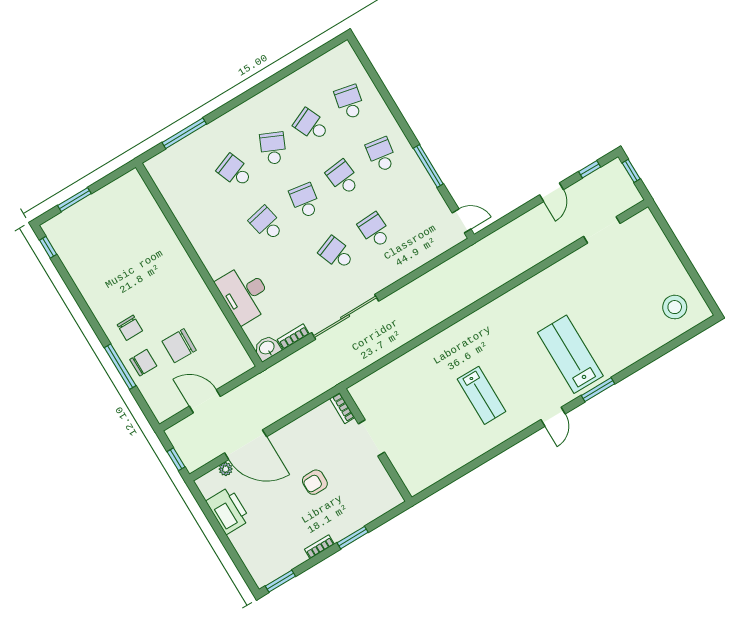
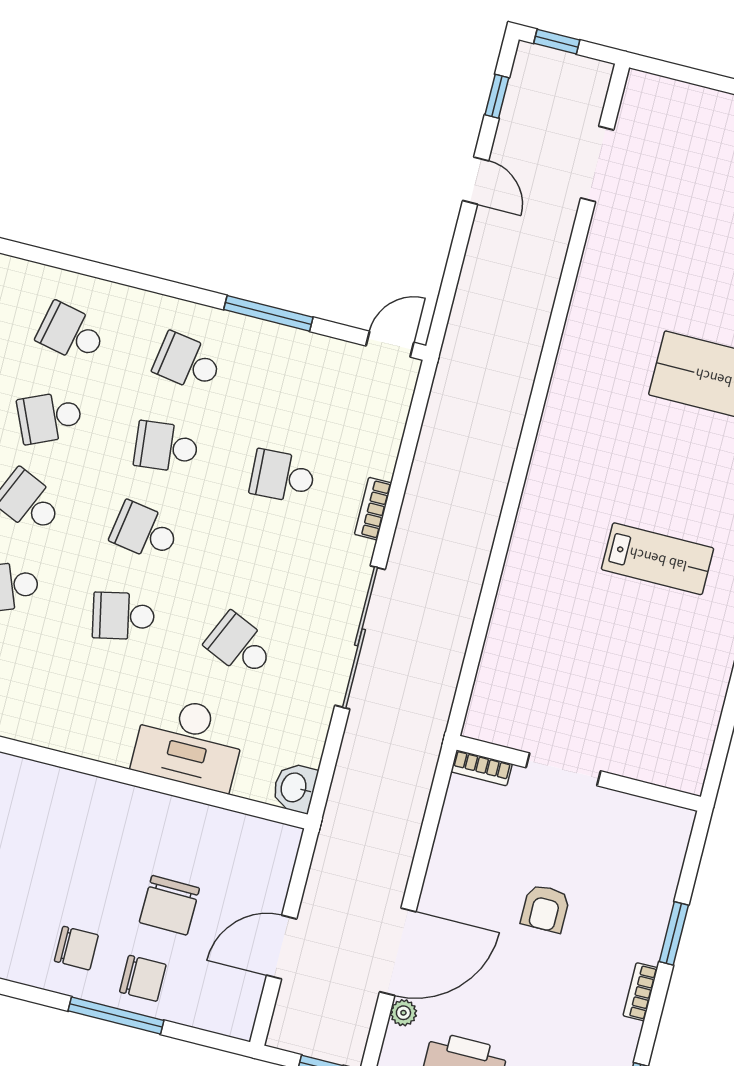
school desk: (337, 253) -> (240, 645), moved, turned 45
bookcase: (293, 337) -> (373, 509), moved
chair: (143, 363) -> (143, 978), turned 90

